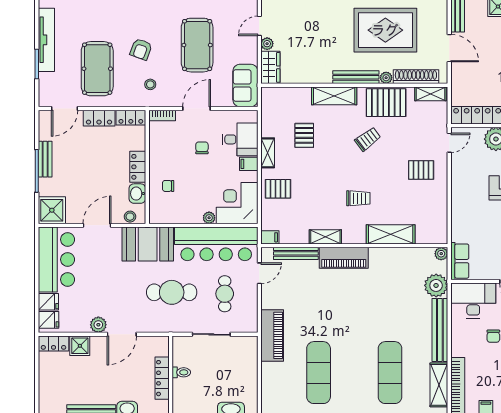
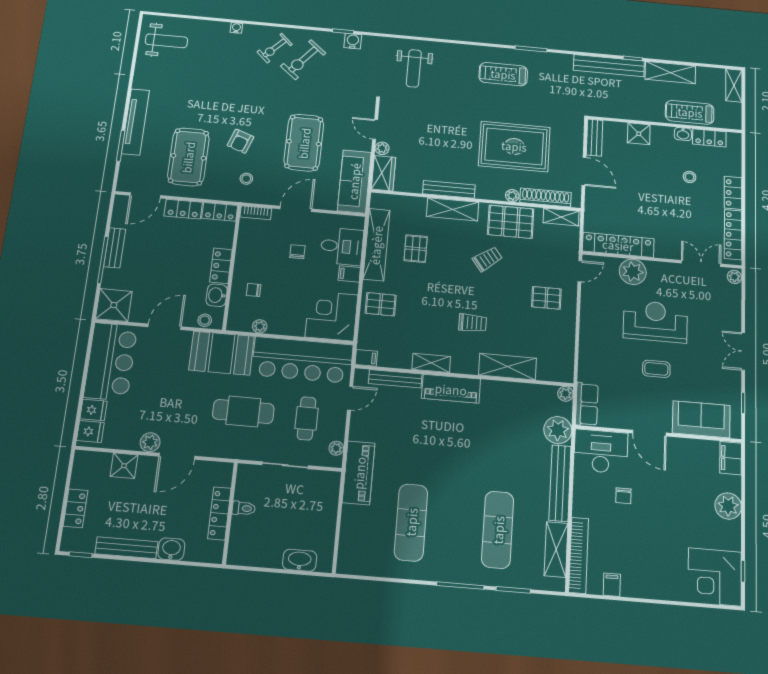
door: (259, 26) -> (375, 129), hinge flipped
bench: (356, 77) -> (449, 189), moved
sofa: (245, 86) -> (354, 181), width x1.36
shelving: (268, 153) -> (376, 245), width x2.20, depth x1.33
plant: (209, 218) -> (260, 326), moved
plant: (252, 317) -> (336, 448), added
locker: (53, 344) -> (75, 508), moved, turned -90

